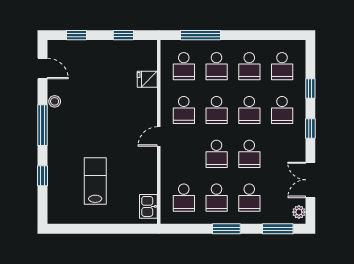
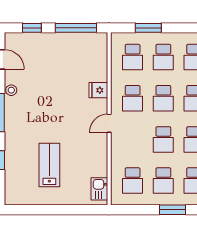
window: (123, 35) -> (76, 28), width x2.17
window: (200, 35) -> (148, 28), width x0.69
fridge: (147, 79) -> (98, 90), moved

